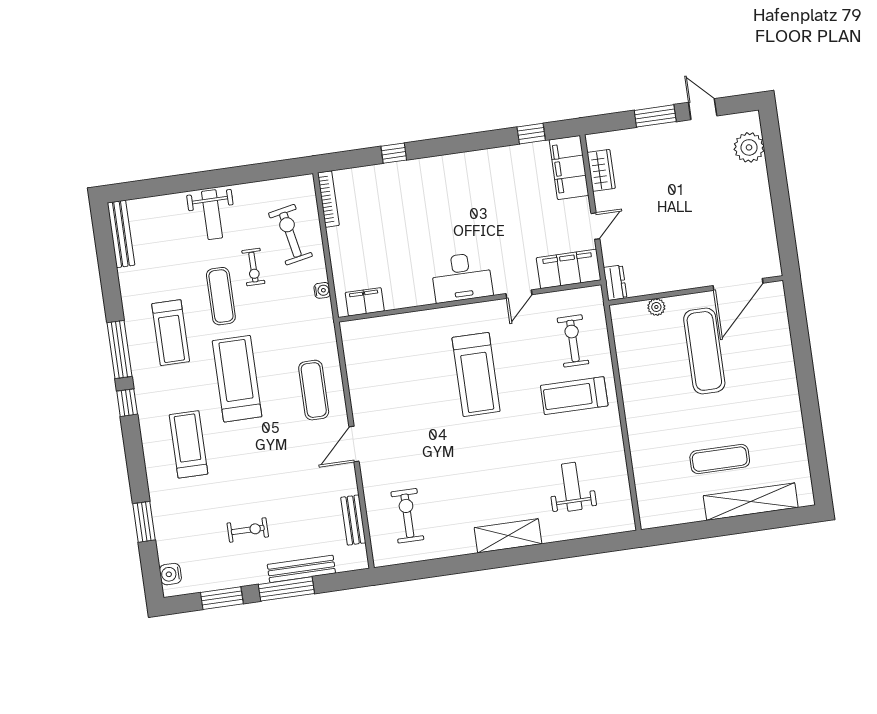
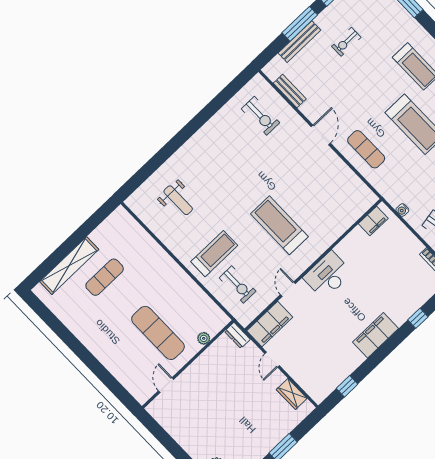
filing cabinet: (569, 167) -> (376, 335), moved, turned -90
door: (738, 284) -> (166, 385), width x0.53
shelving: (508, 536) -> (195, 146), removed

